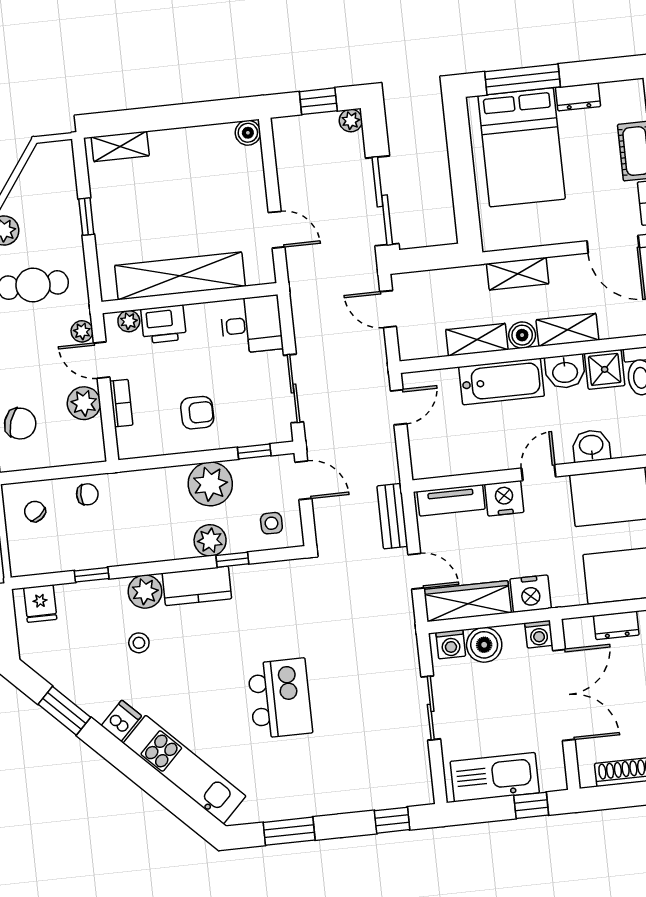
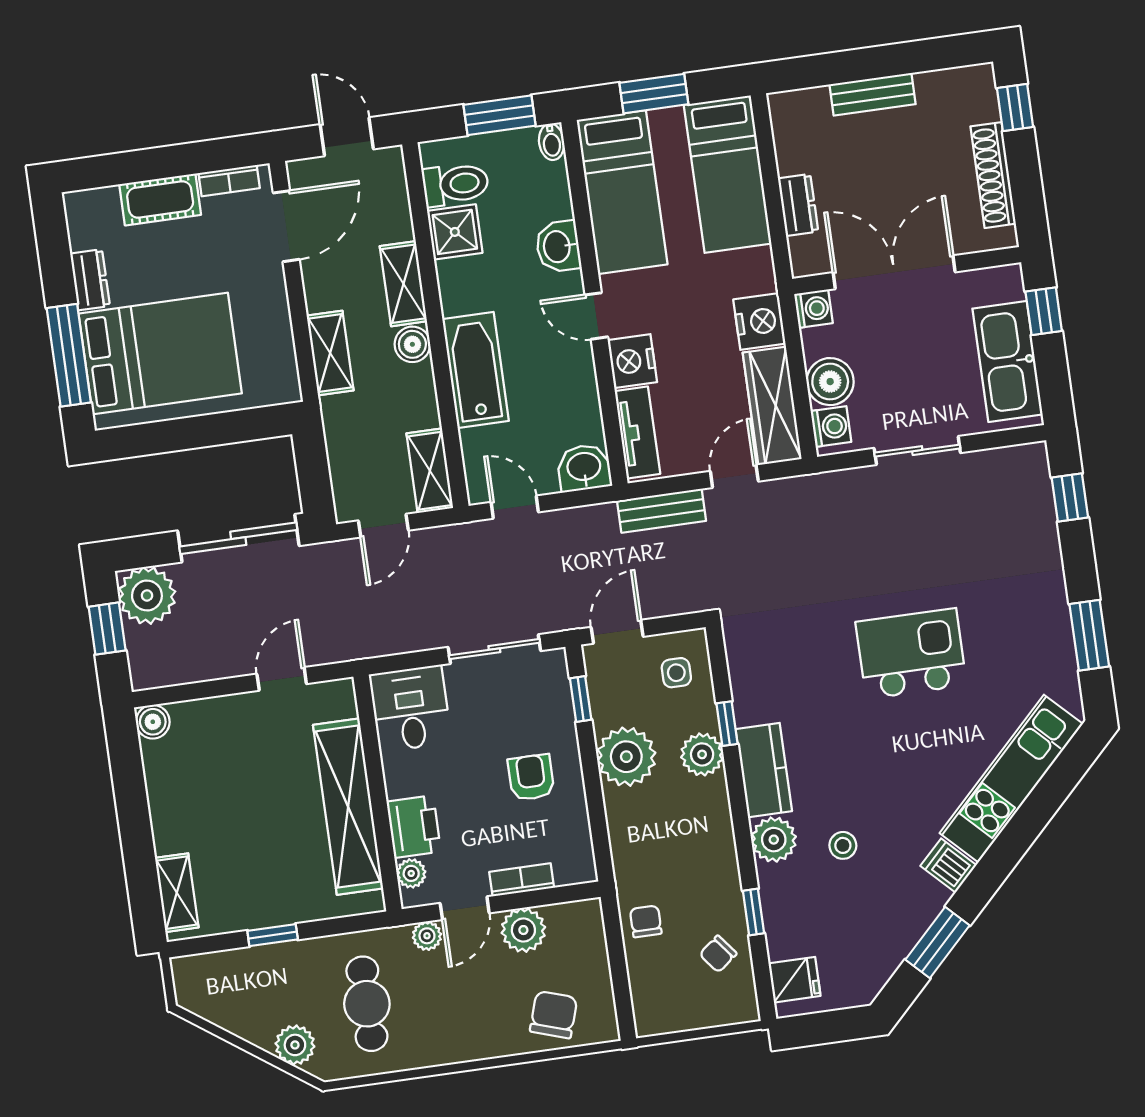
plant: (351, 121) -> (147, 595), width x1.87, depth x1.87
shelving: (477, 340) -> (430, 471), moved
washbasin: (565, 372) -> (584, 468), moved, turned -90
chair: (35, 511) -> (718, 954), moved

